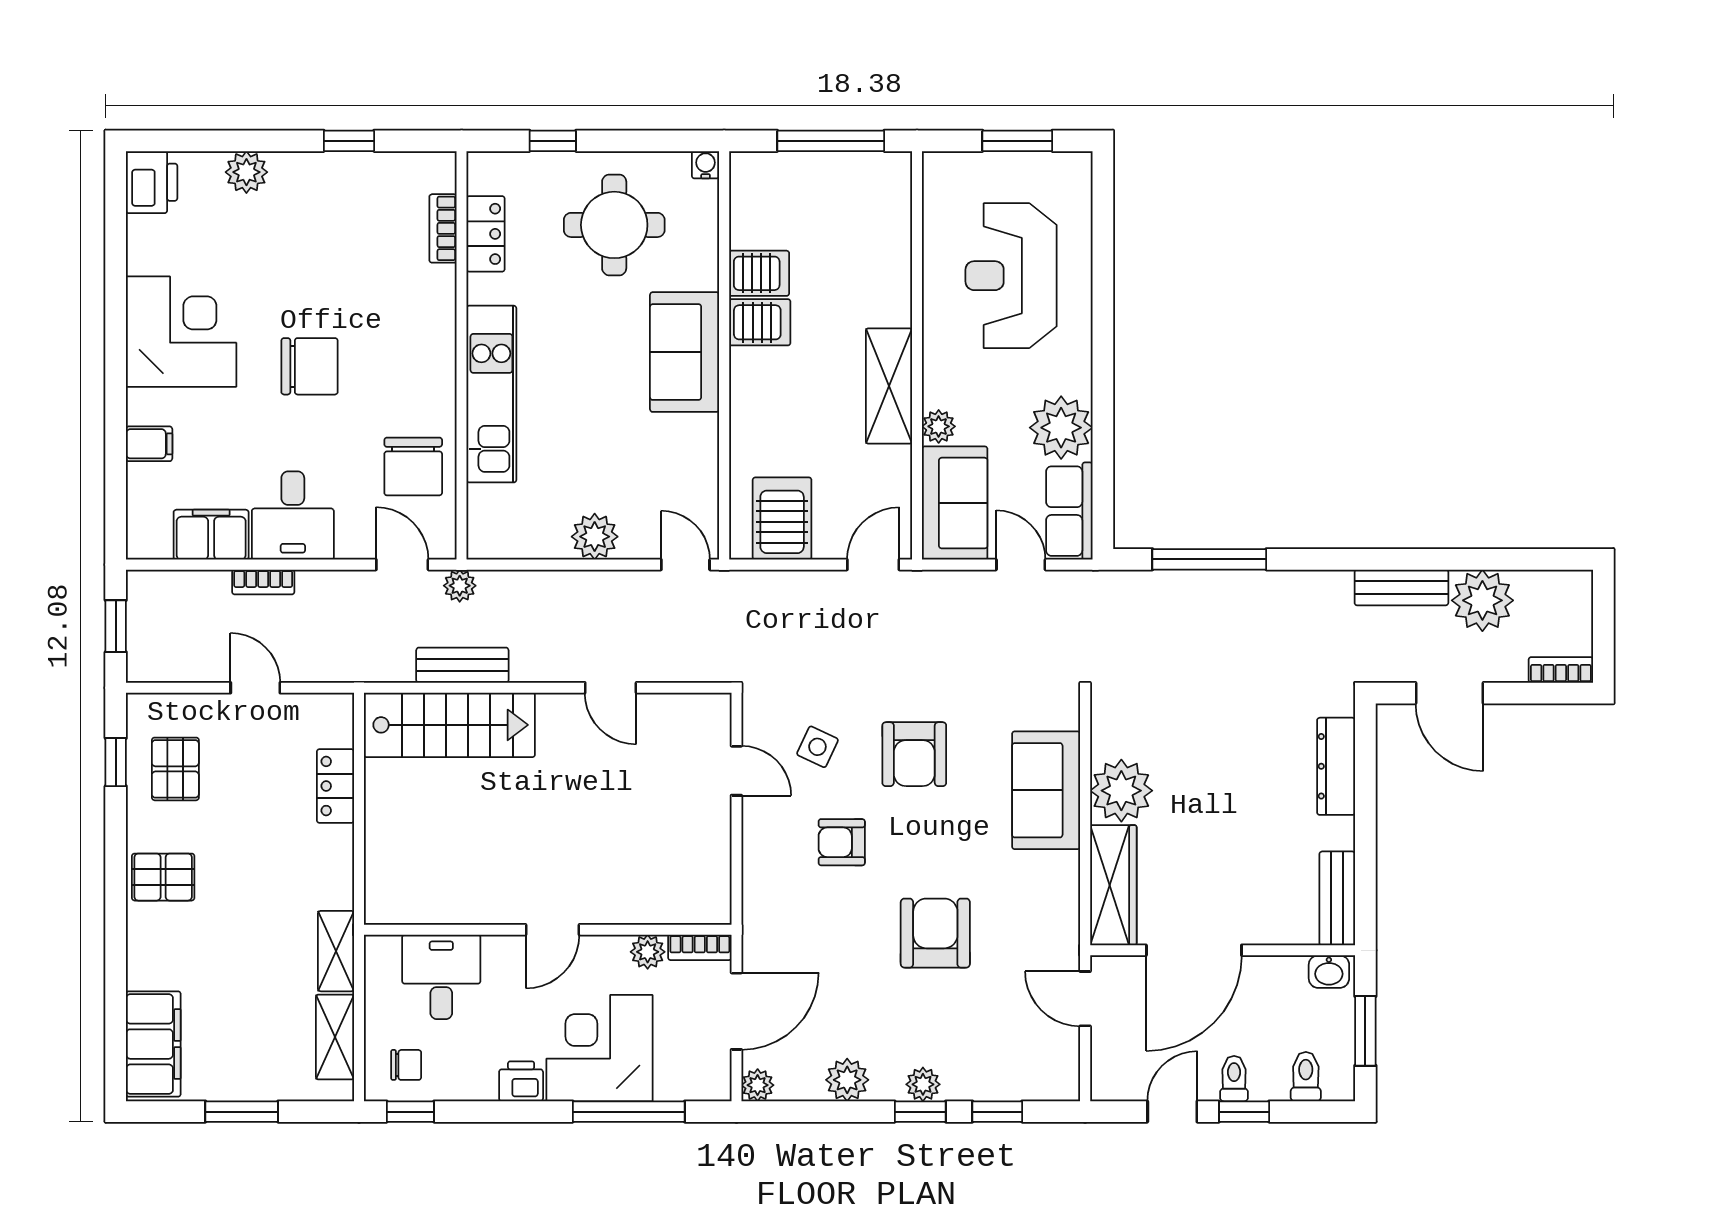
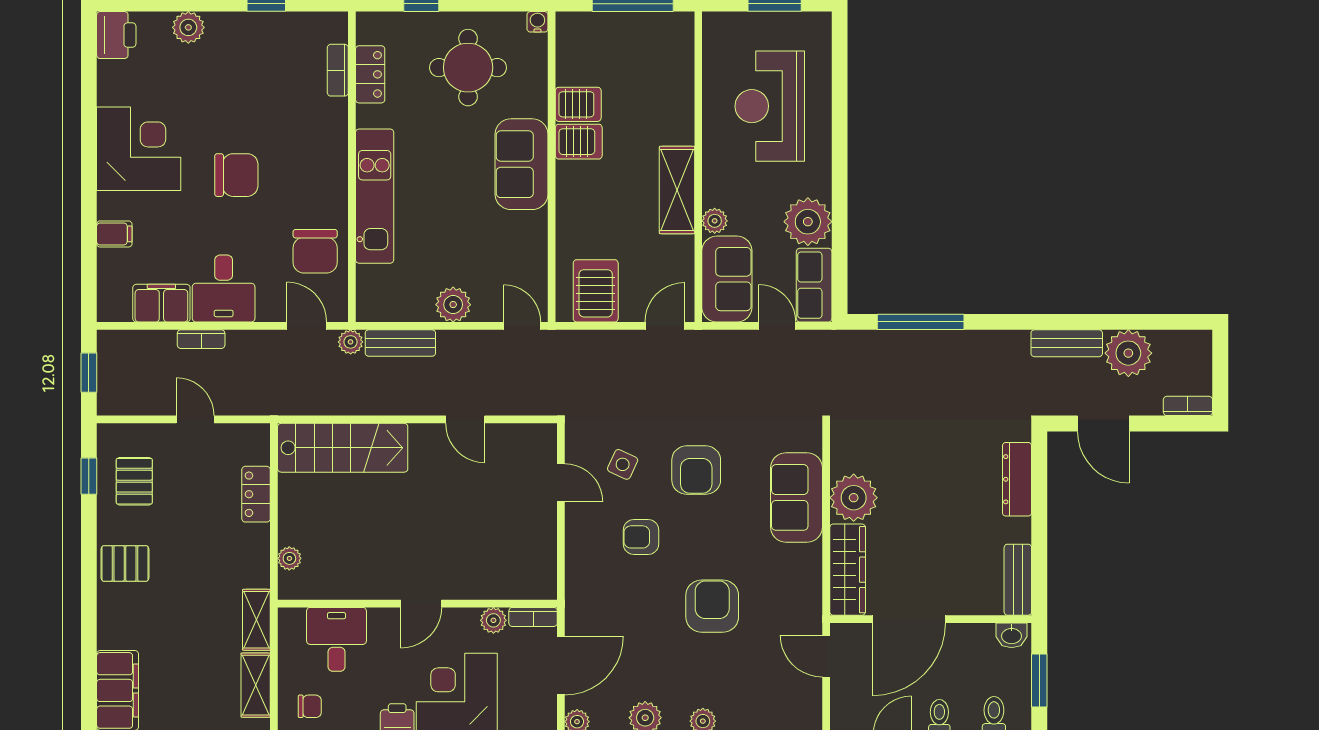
bench: (462, 665) -> (400, 343), moved
plant: (379, 870) -> (289, 558), added

